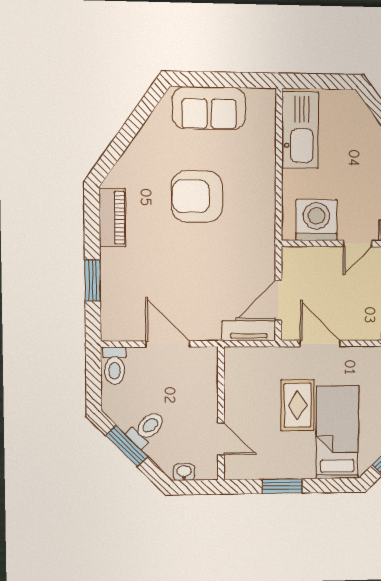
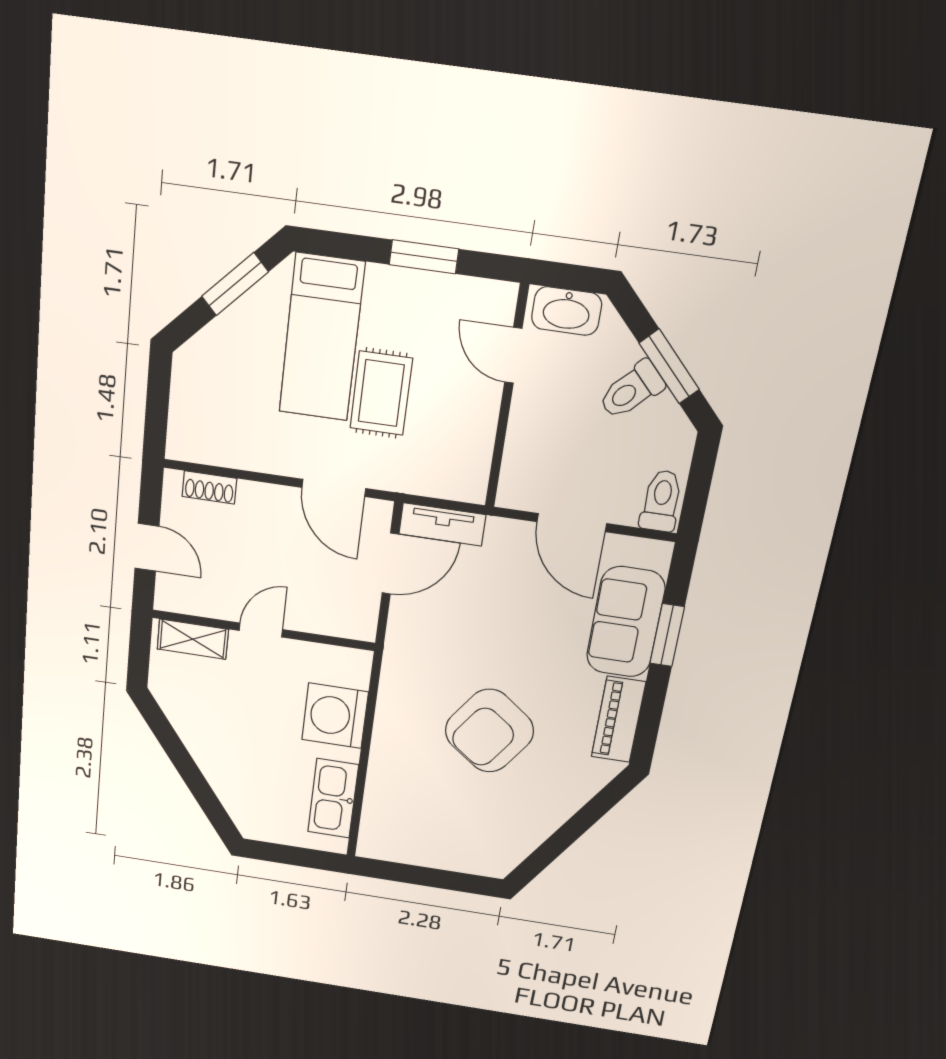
sofa: (209, 108) -> (626, 622), moved, turned -90
kitchen sink: (300, 130) -> (333, 798), width x0.73, depth x0.81
armchair: (197, 196) -> (489, 731), turned 126
washing machine: (316, 220) -> (335, 716), moved, turned 90
washbasin: (184, 472) -> (567, 311), width x1.91, depth x1.45

